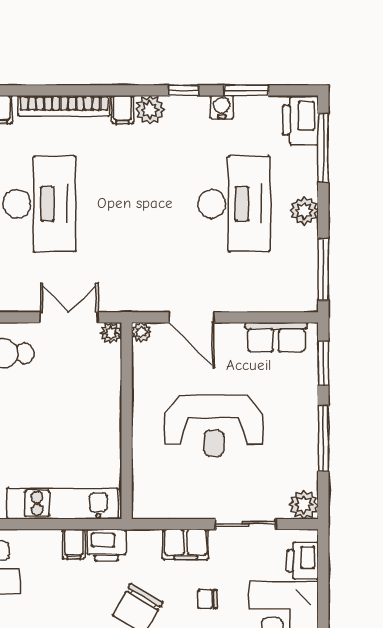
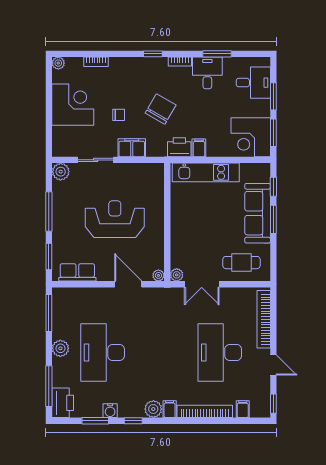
printer: (303, 561) -> (61, 138), removed

